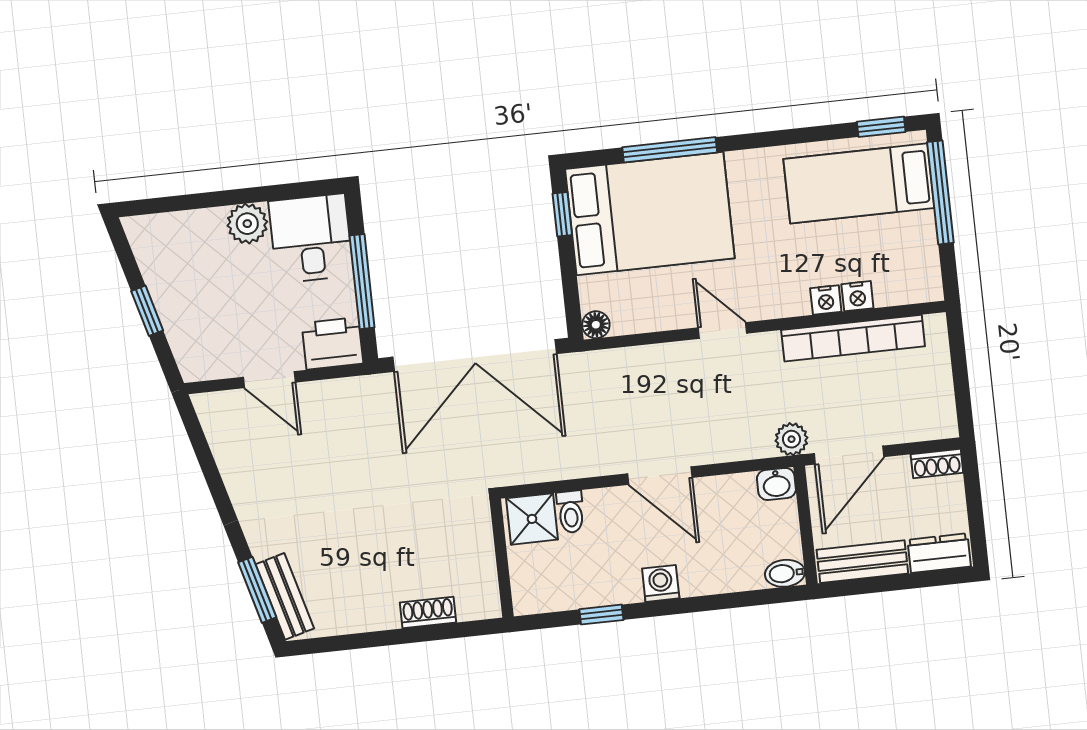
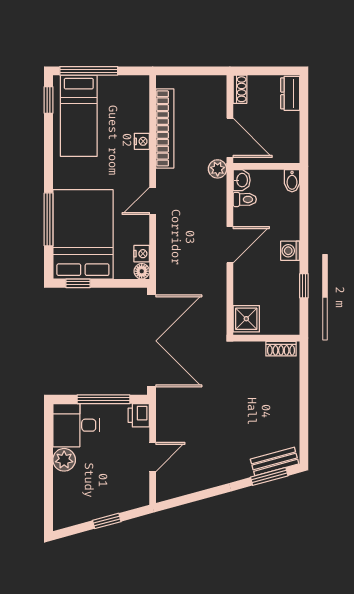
nightstand: (857, 296) -> (142, 254), moved
printer: (332, 343) -> (139, 415), width x0.73, depth x0.81
toilet: (571, 512) -> (245, 199), moved
bench: (862, 562) -> (290, 137), removed
shoe rack: (428, 613) -> (281, 349), moved, turned -90

